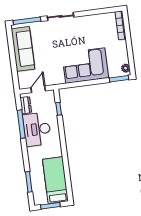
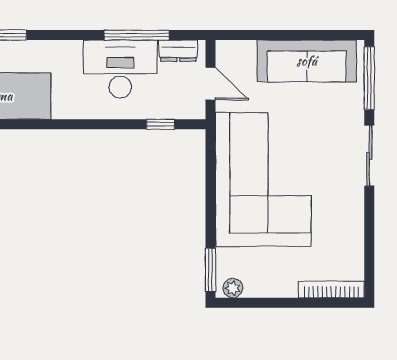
corner sofa: (85, 66) -> (263, 179), width x1.36, depth x1.36

